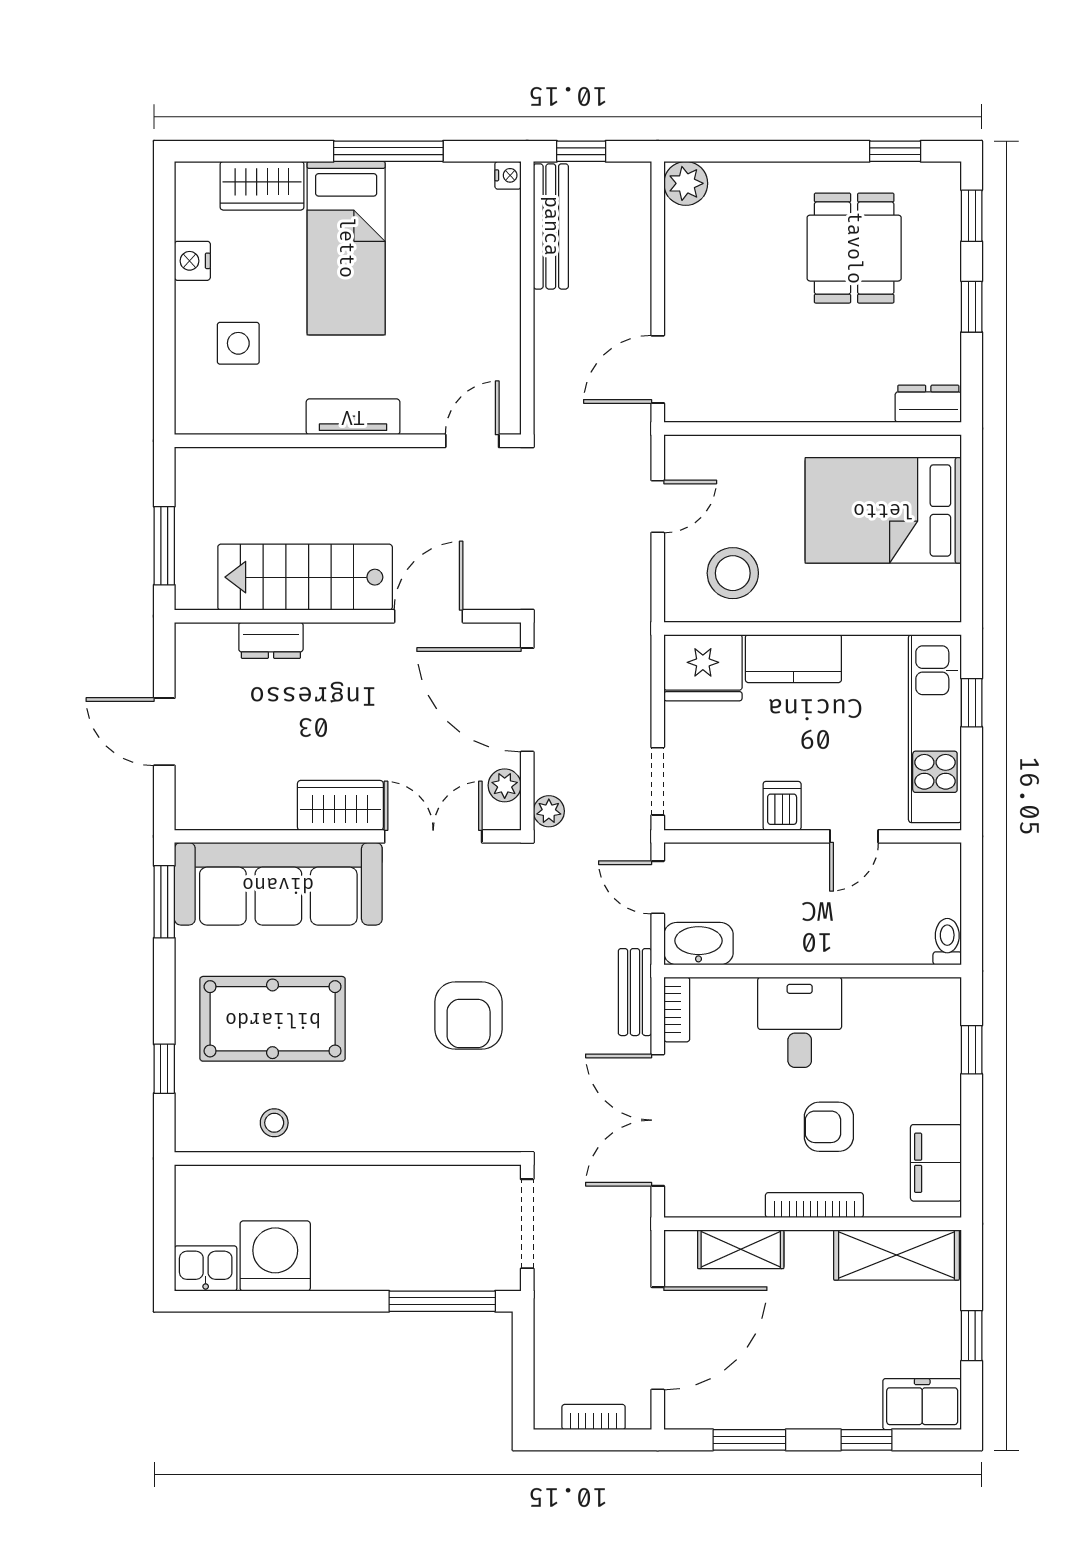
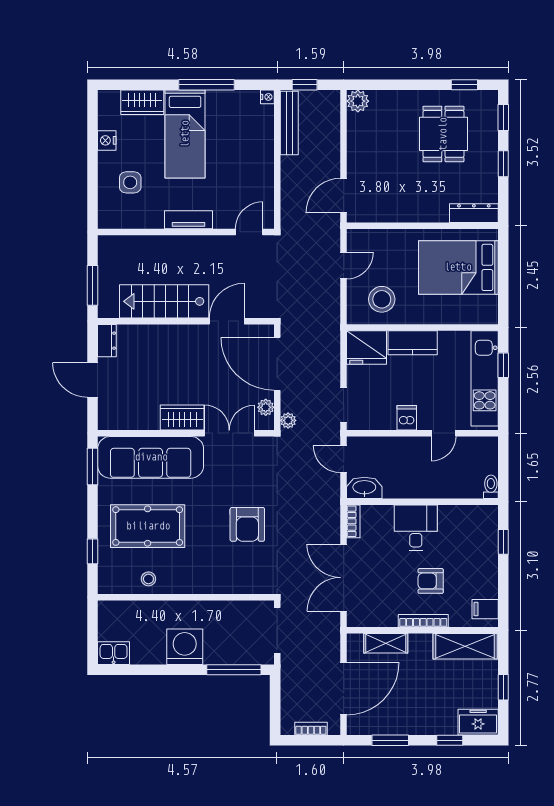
dresser: (928, 404) -> (474, 213), width x1.44
dresser: (271, 640) -> (107, 341), moved, turned -90
bench: (635, 992) -> (332, 512), removed
filing cabinet: (936, 1163) -> (485, 609), width x0.50
washing machine: (275, 1256) -> (185, 647), moved

